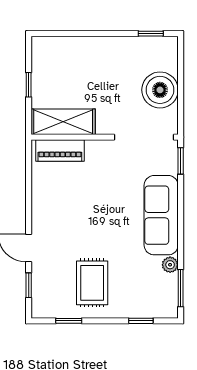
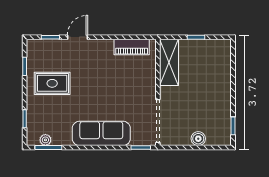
boiler: (160, 90) -> (198, 139), width x0.54, depth x0.54
piano: (60, 150) -> (132, 47), moved, turned -90
plant: (170, 265) -> (45, 140), moved

